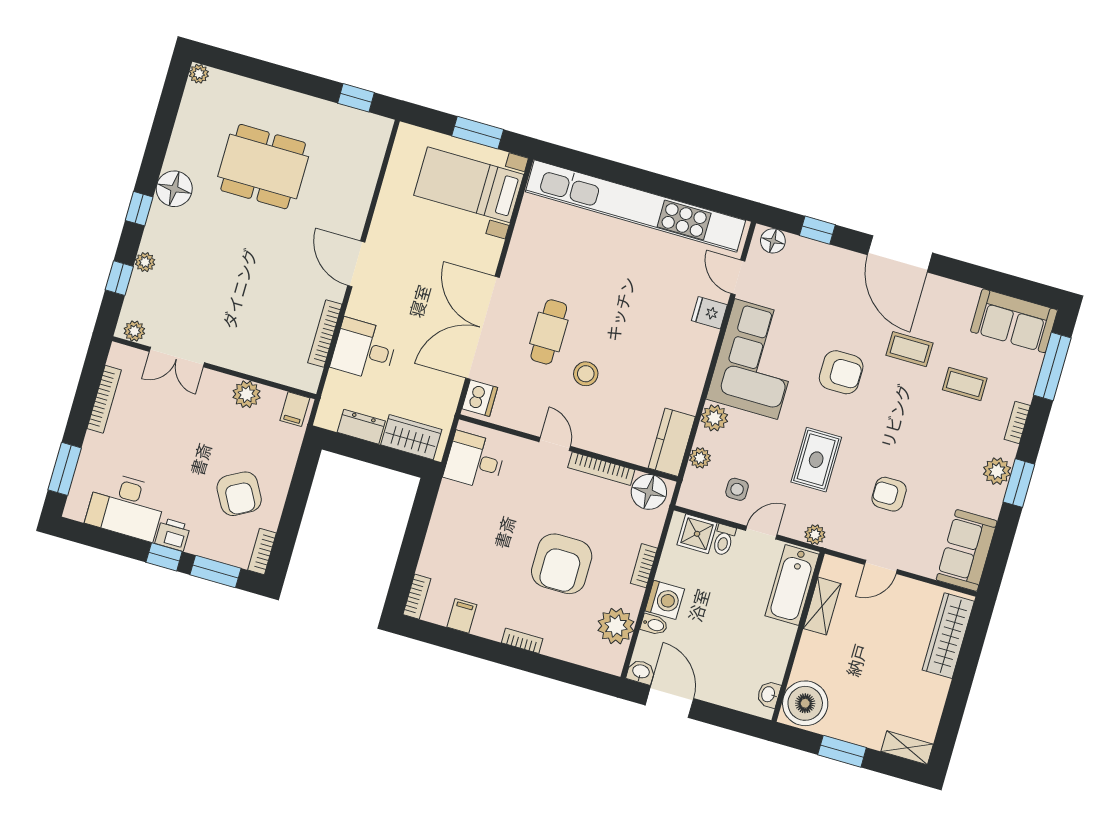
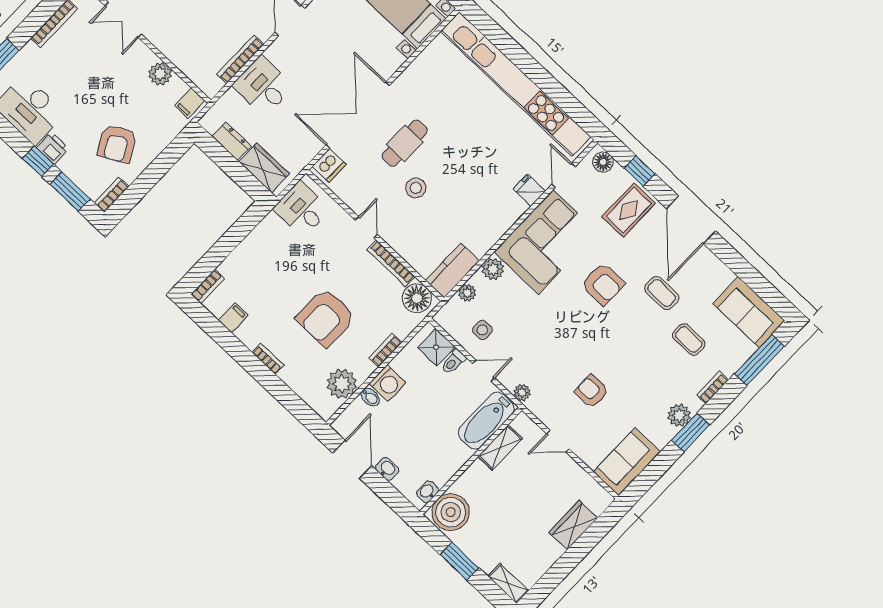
rug: (816, 460) -> (629, 210), moved
wardrobe: (948, 636) -> (573, 525), width x0.67
washbasin: (641, 672) -> (387, 469), moved

